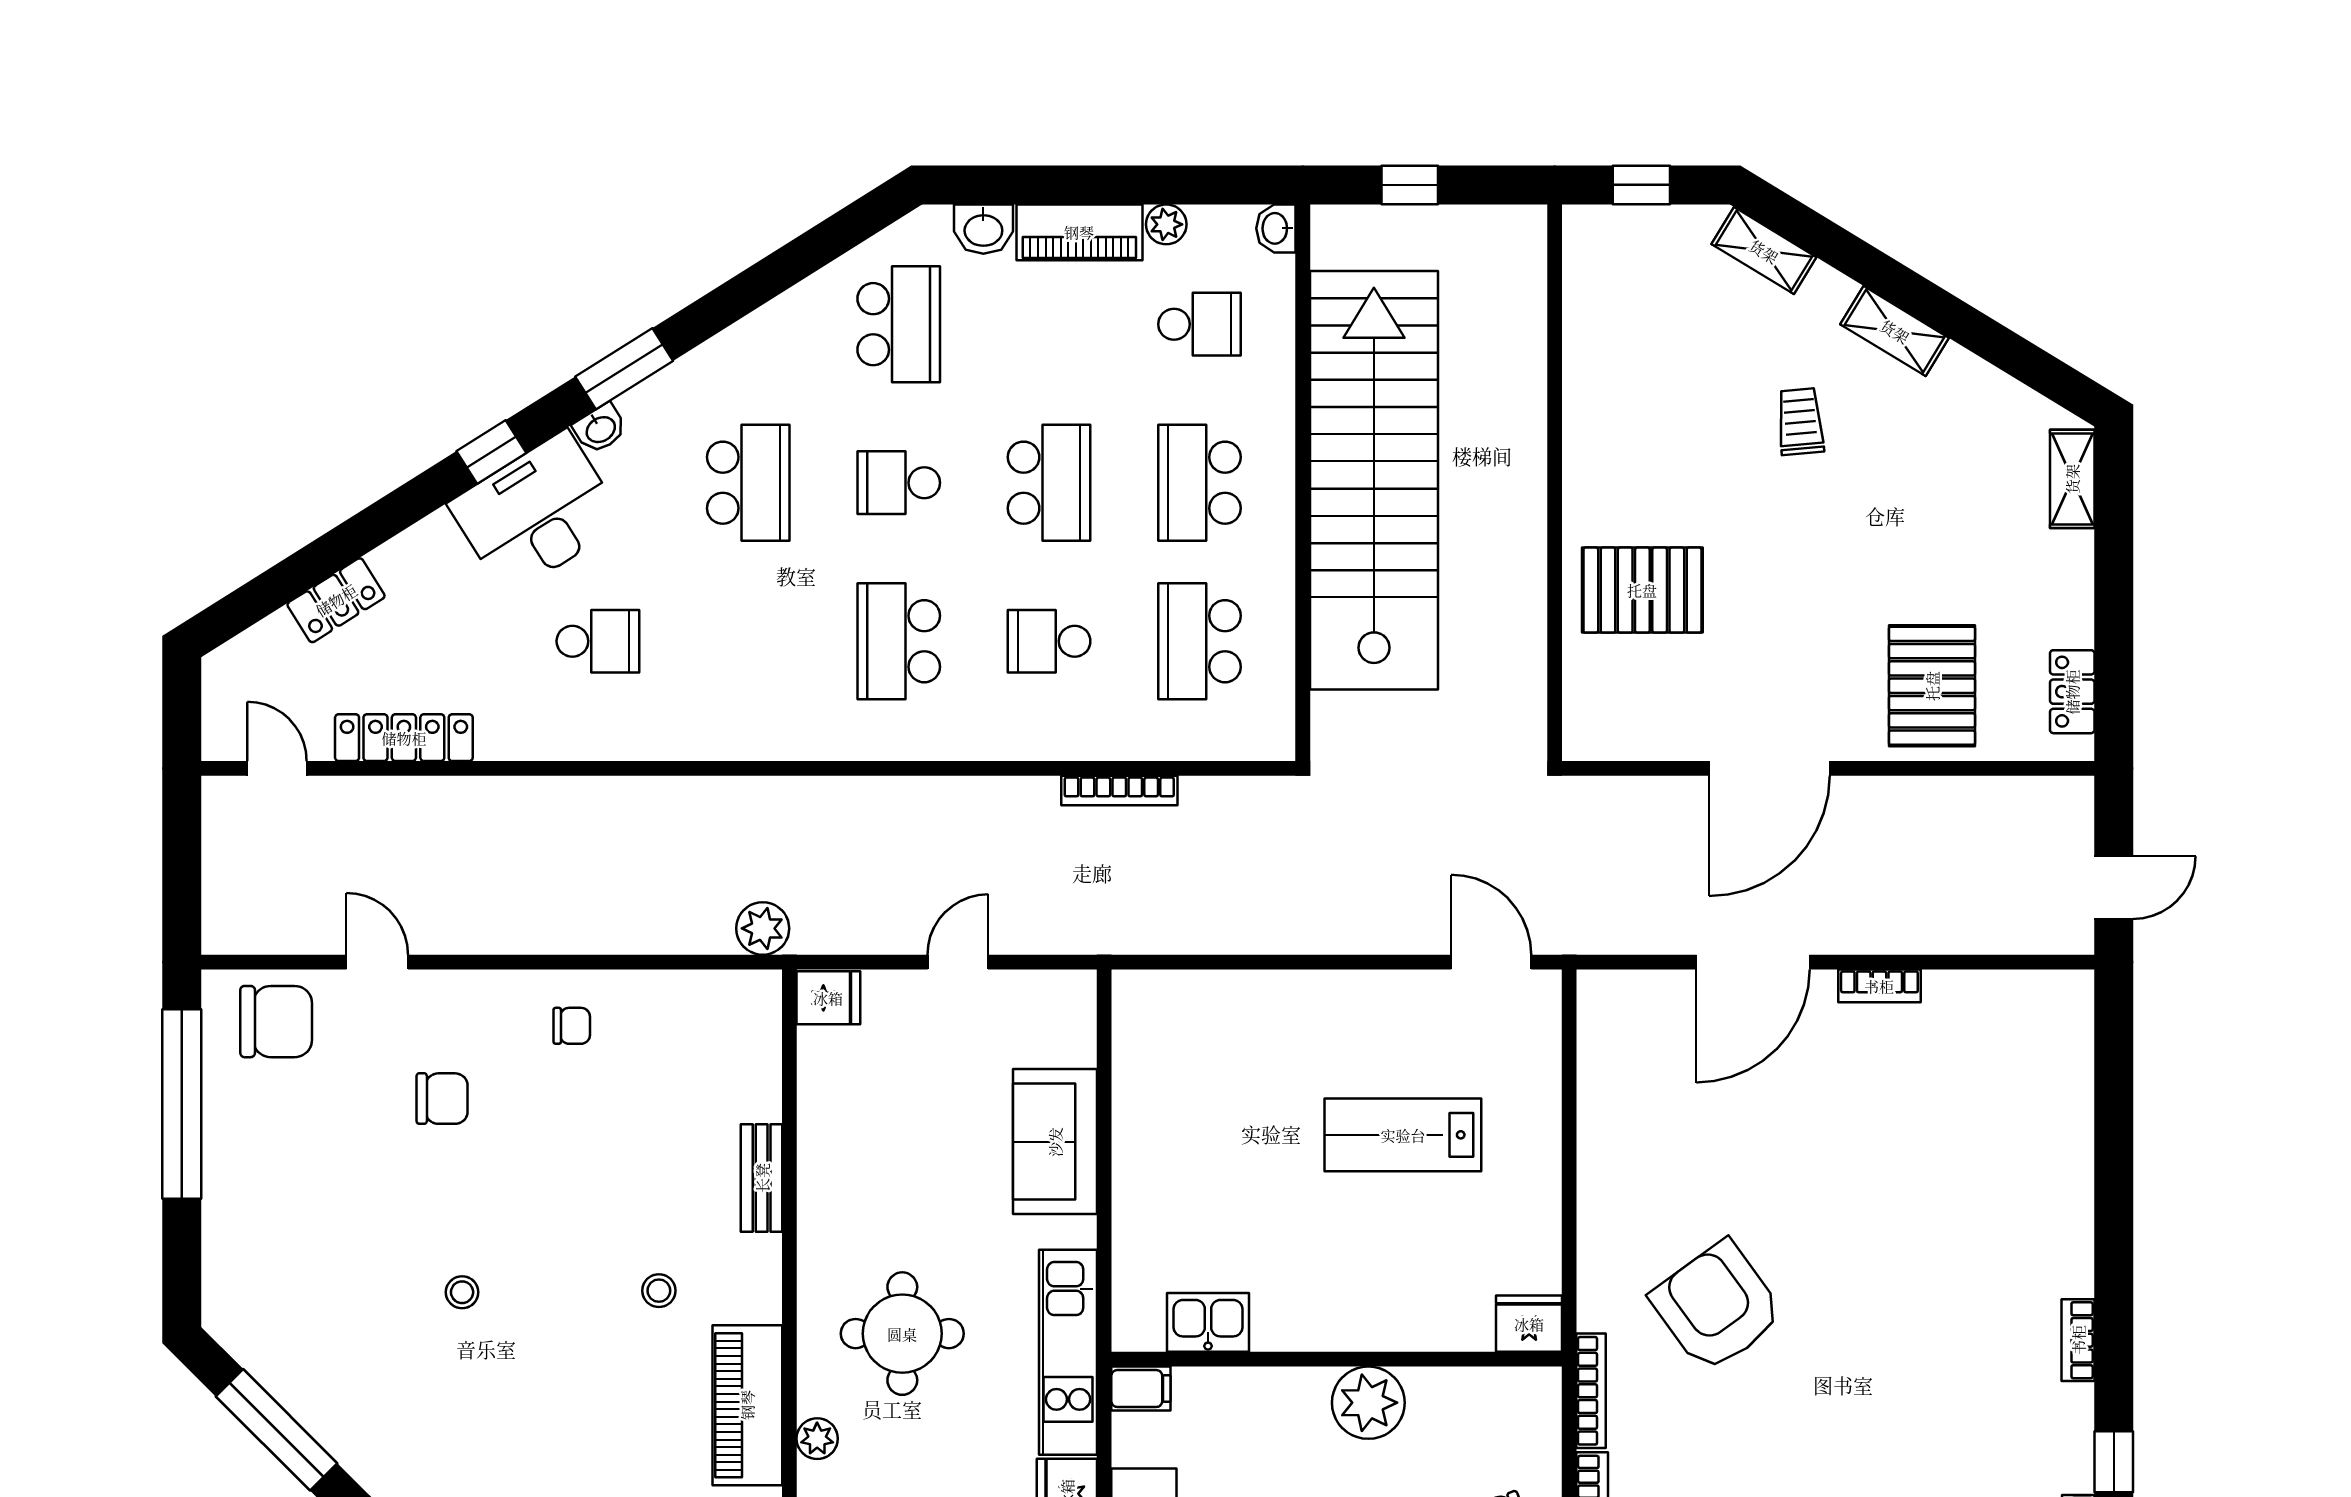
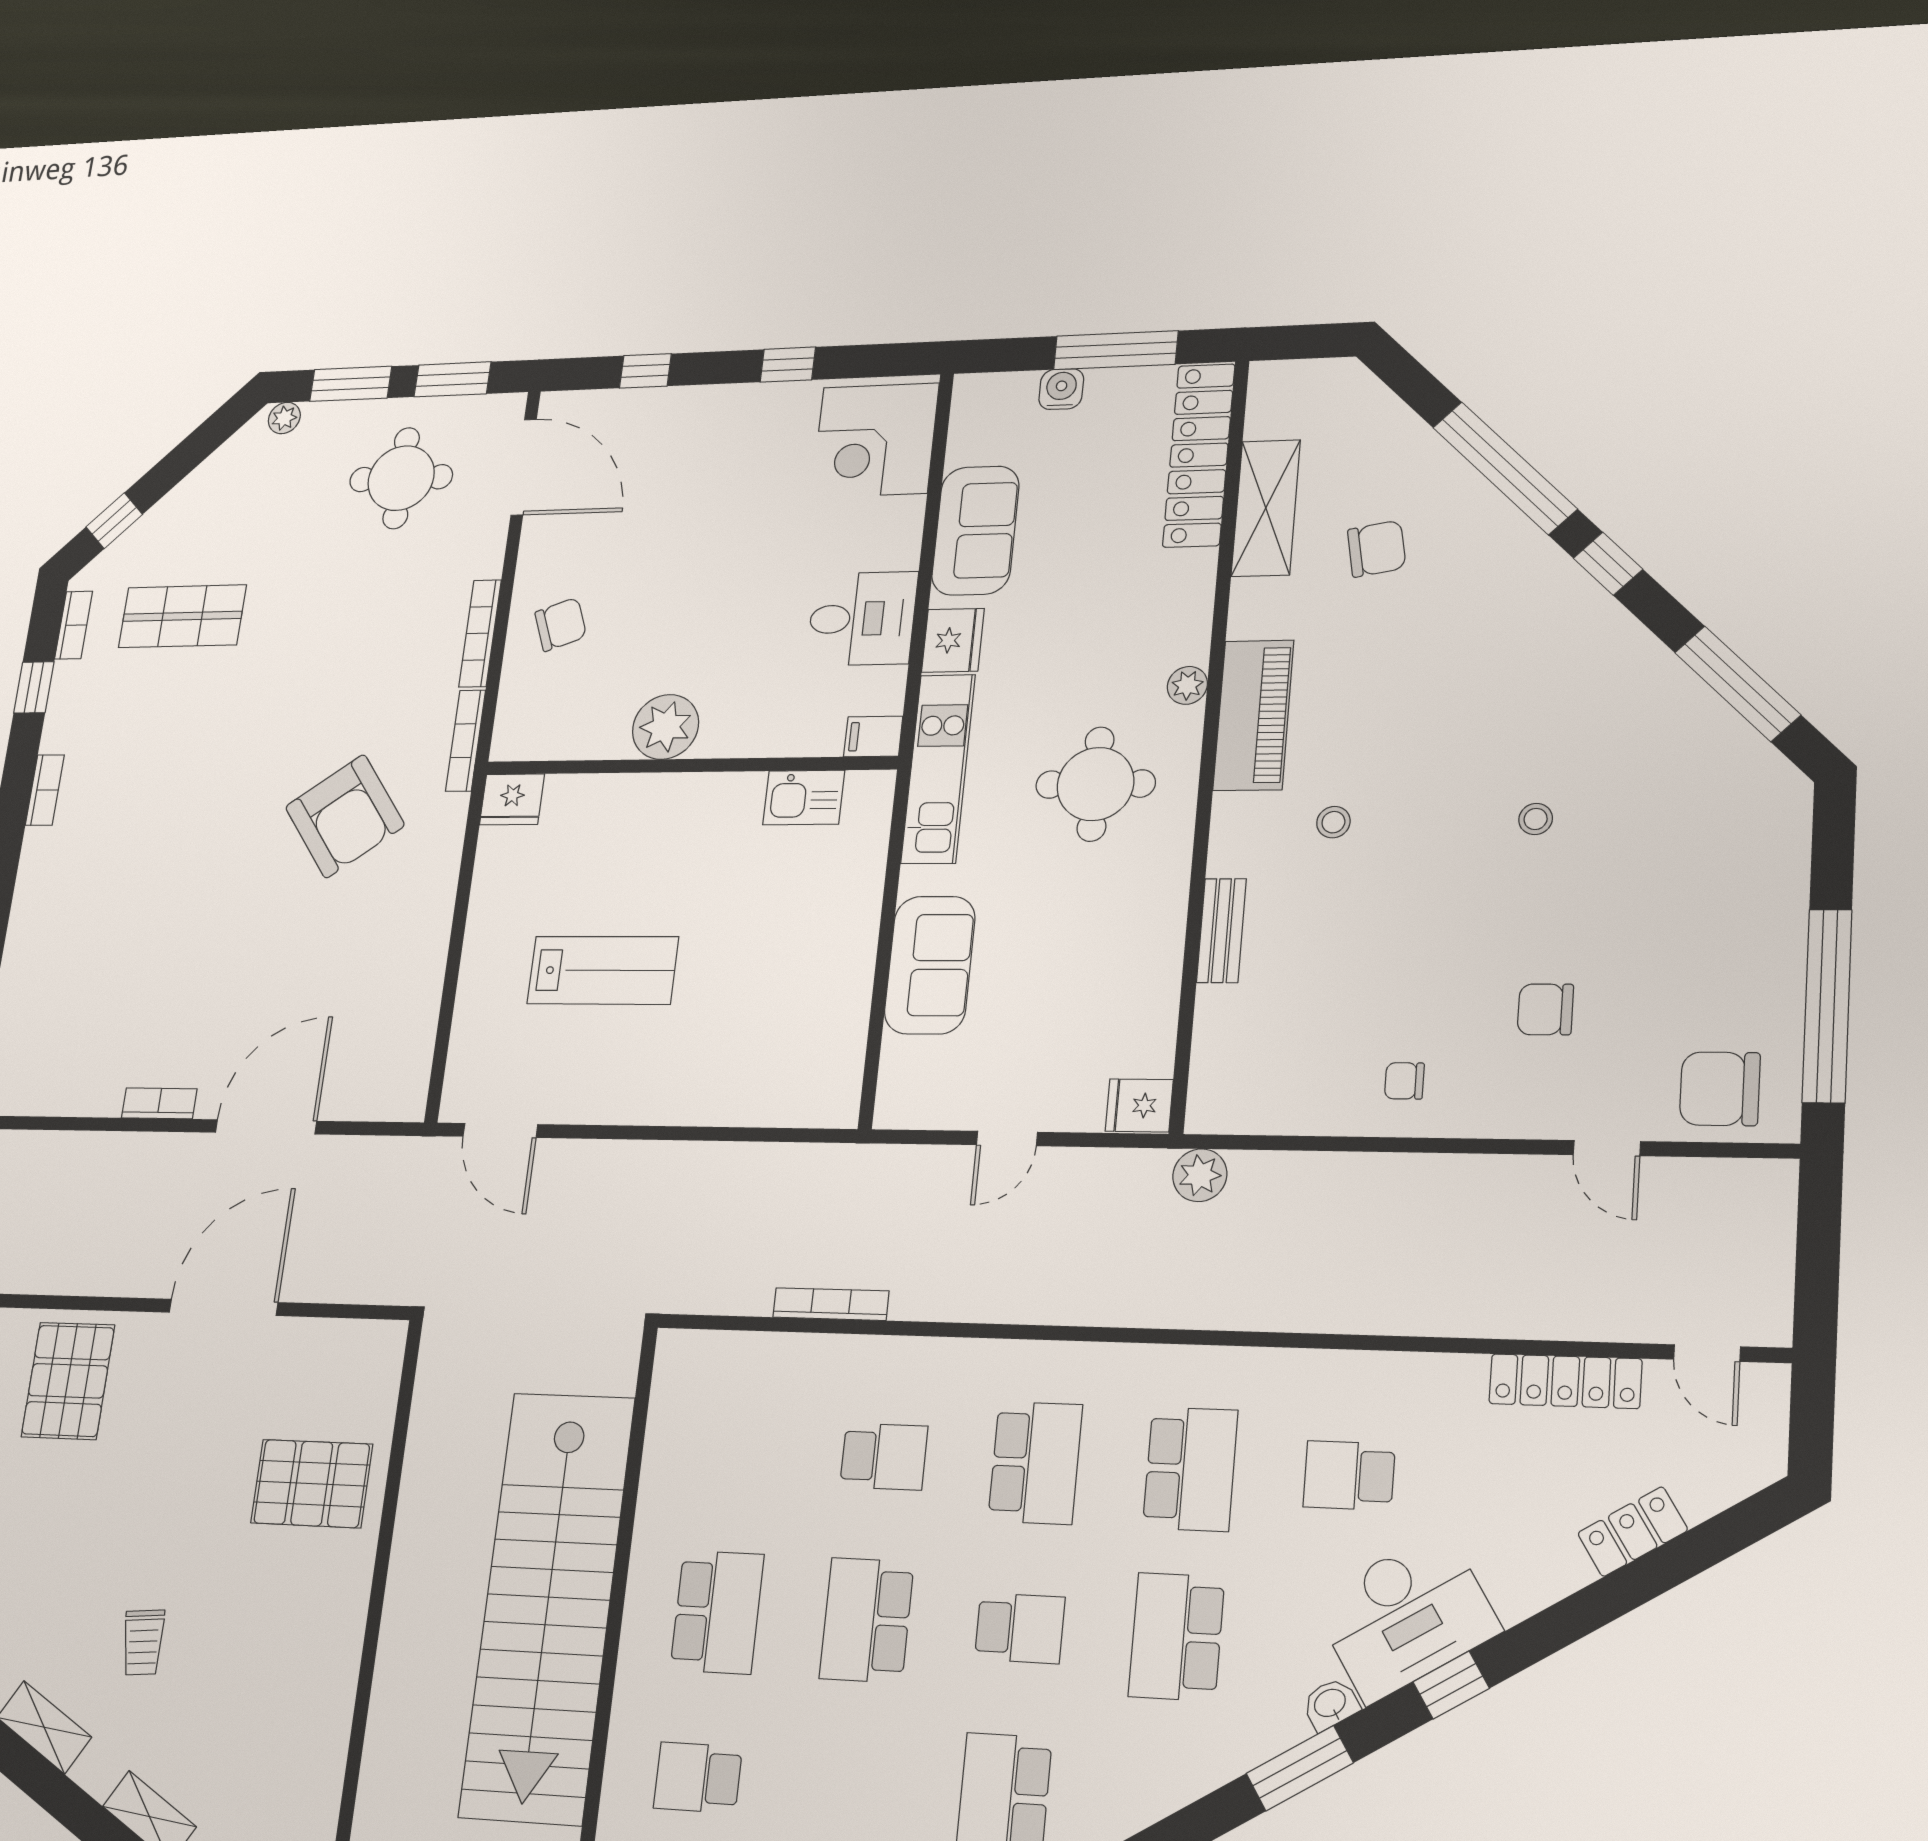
school desk: (1199, 641) -> (1190, 1469), moved

